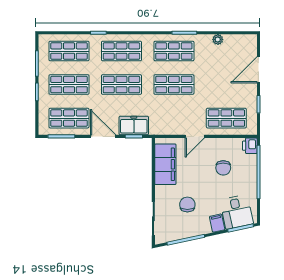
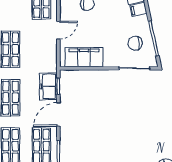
door: (195, 136) -> (58, 30), hinge flipped
chair: (187, 204) -> (135, 43), moved

